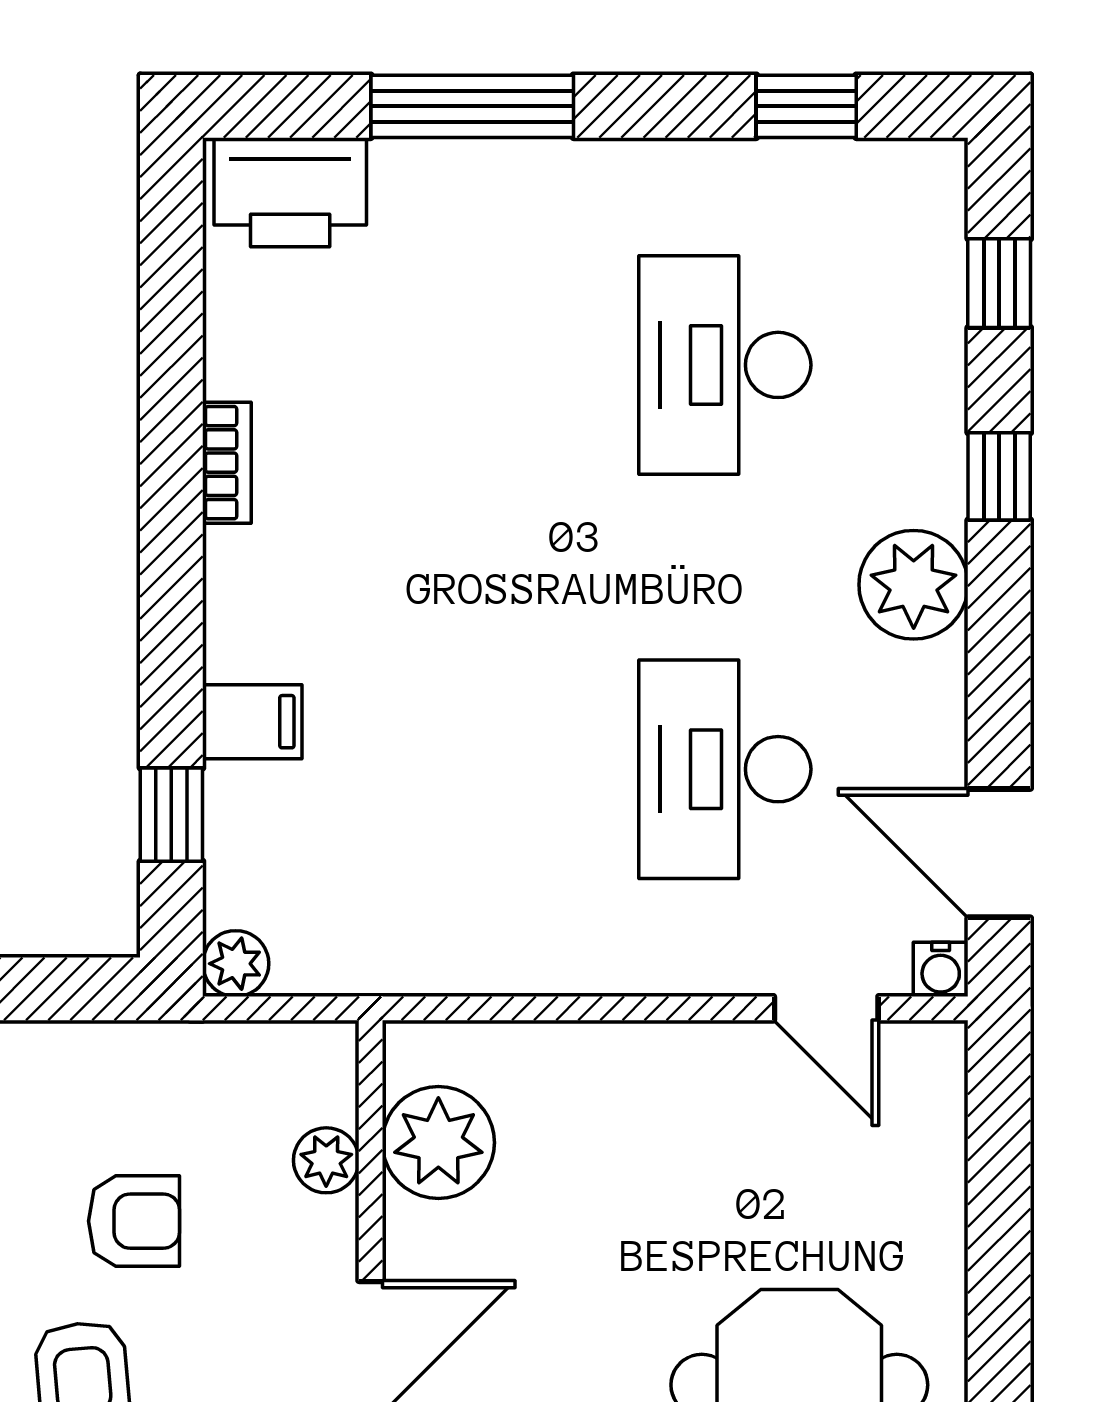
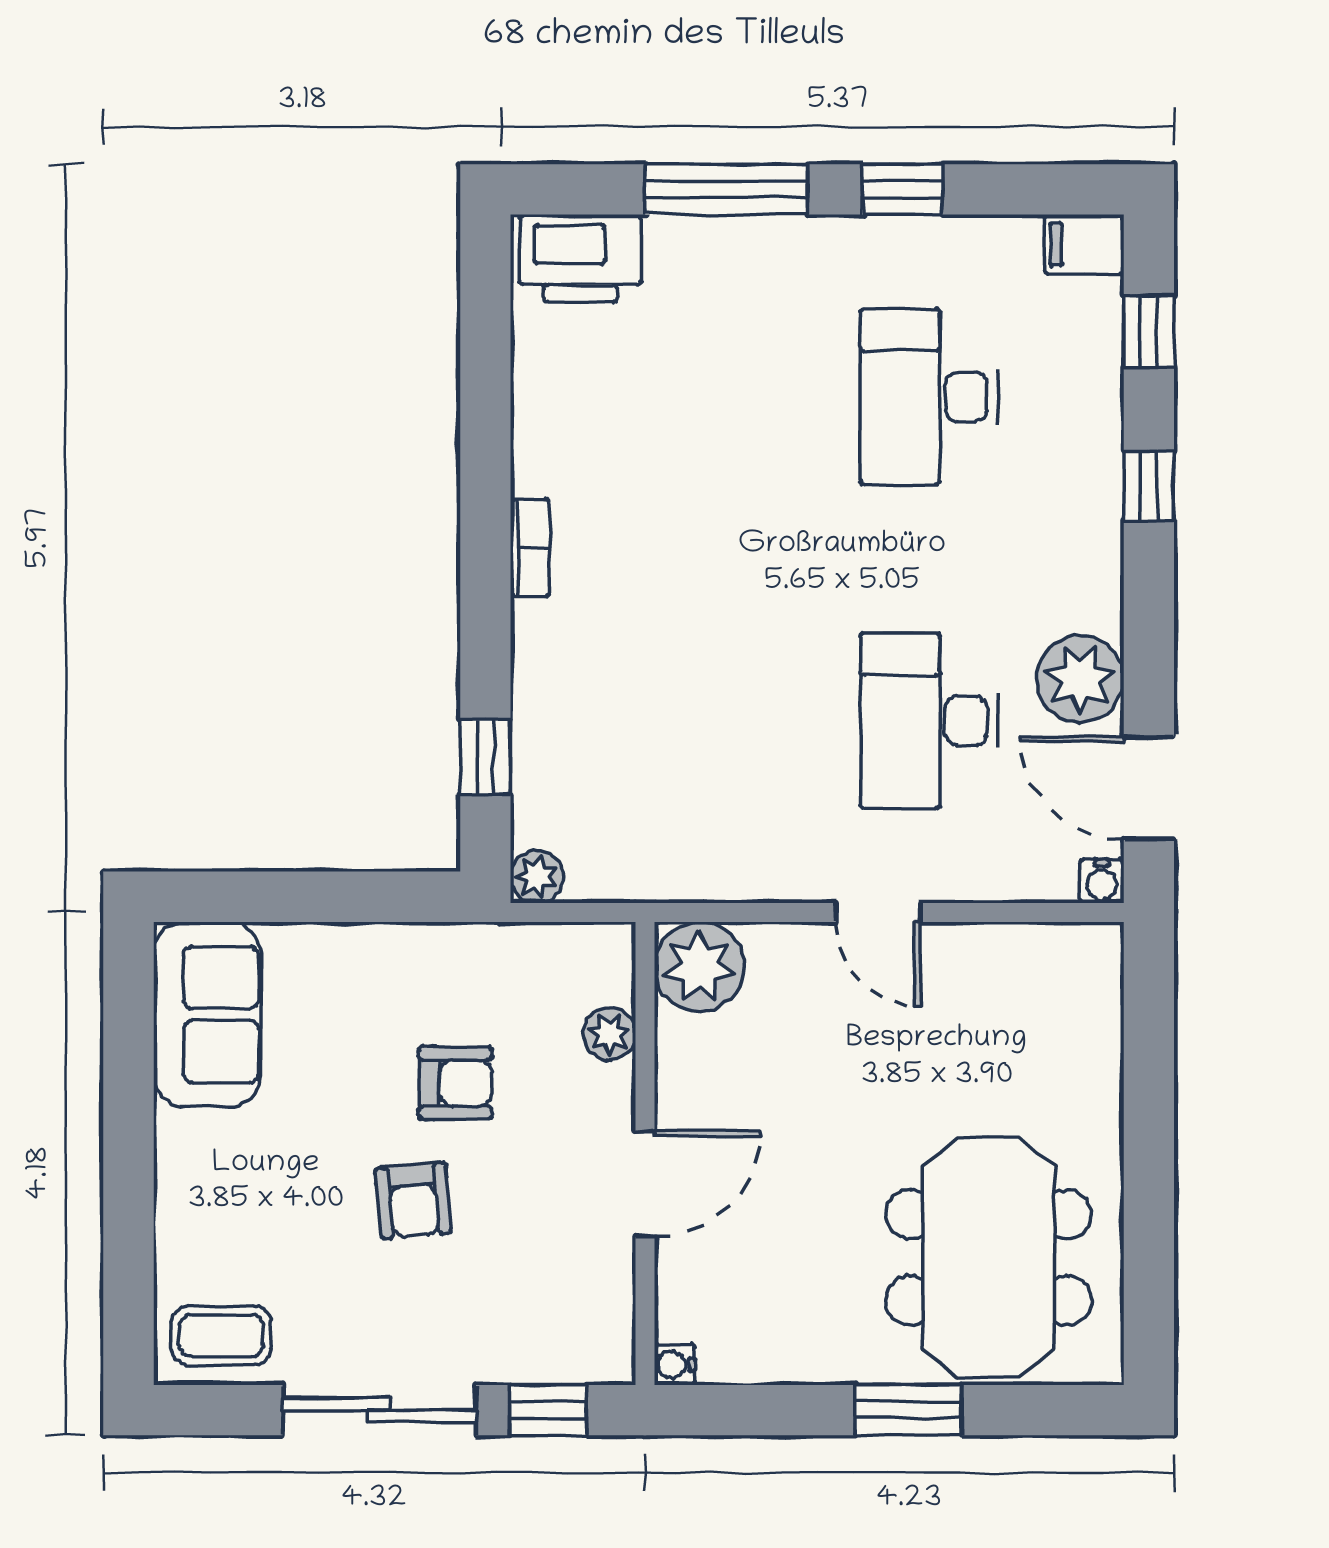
window: (806, 106) -> (903, 189), moved
bookcase: (227, 463) -> (530, 548), moved
plant: (914, 585) -> (1080, 679), moved
filing cabinet: (252, 722) -> (1084, 244), moved, turned 180
door: (826, 1008) -> (878, 912), moved
plant: (438, 1143) -> (699, 967), moved

